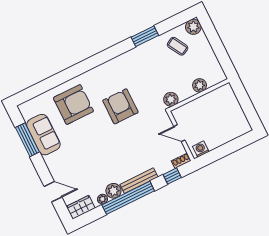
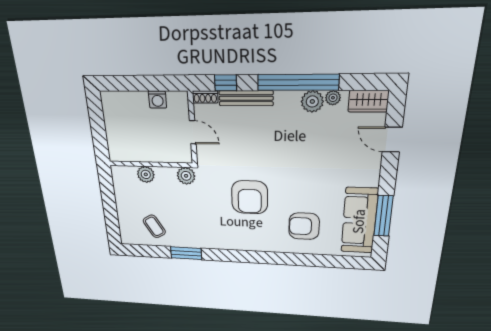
plant: (193, 27) -> (129, 236), removed
armchair: (73, 105) -> (304, 226), width x0.73, depth x0.73
sofa: (43, 135) -> (359, 221), width x1.36
washing machine: (201, 149) -> (157, 100), moved
bench: (139, 181) -> (246, 98), moved

